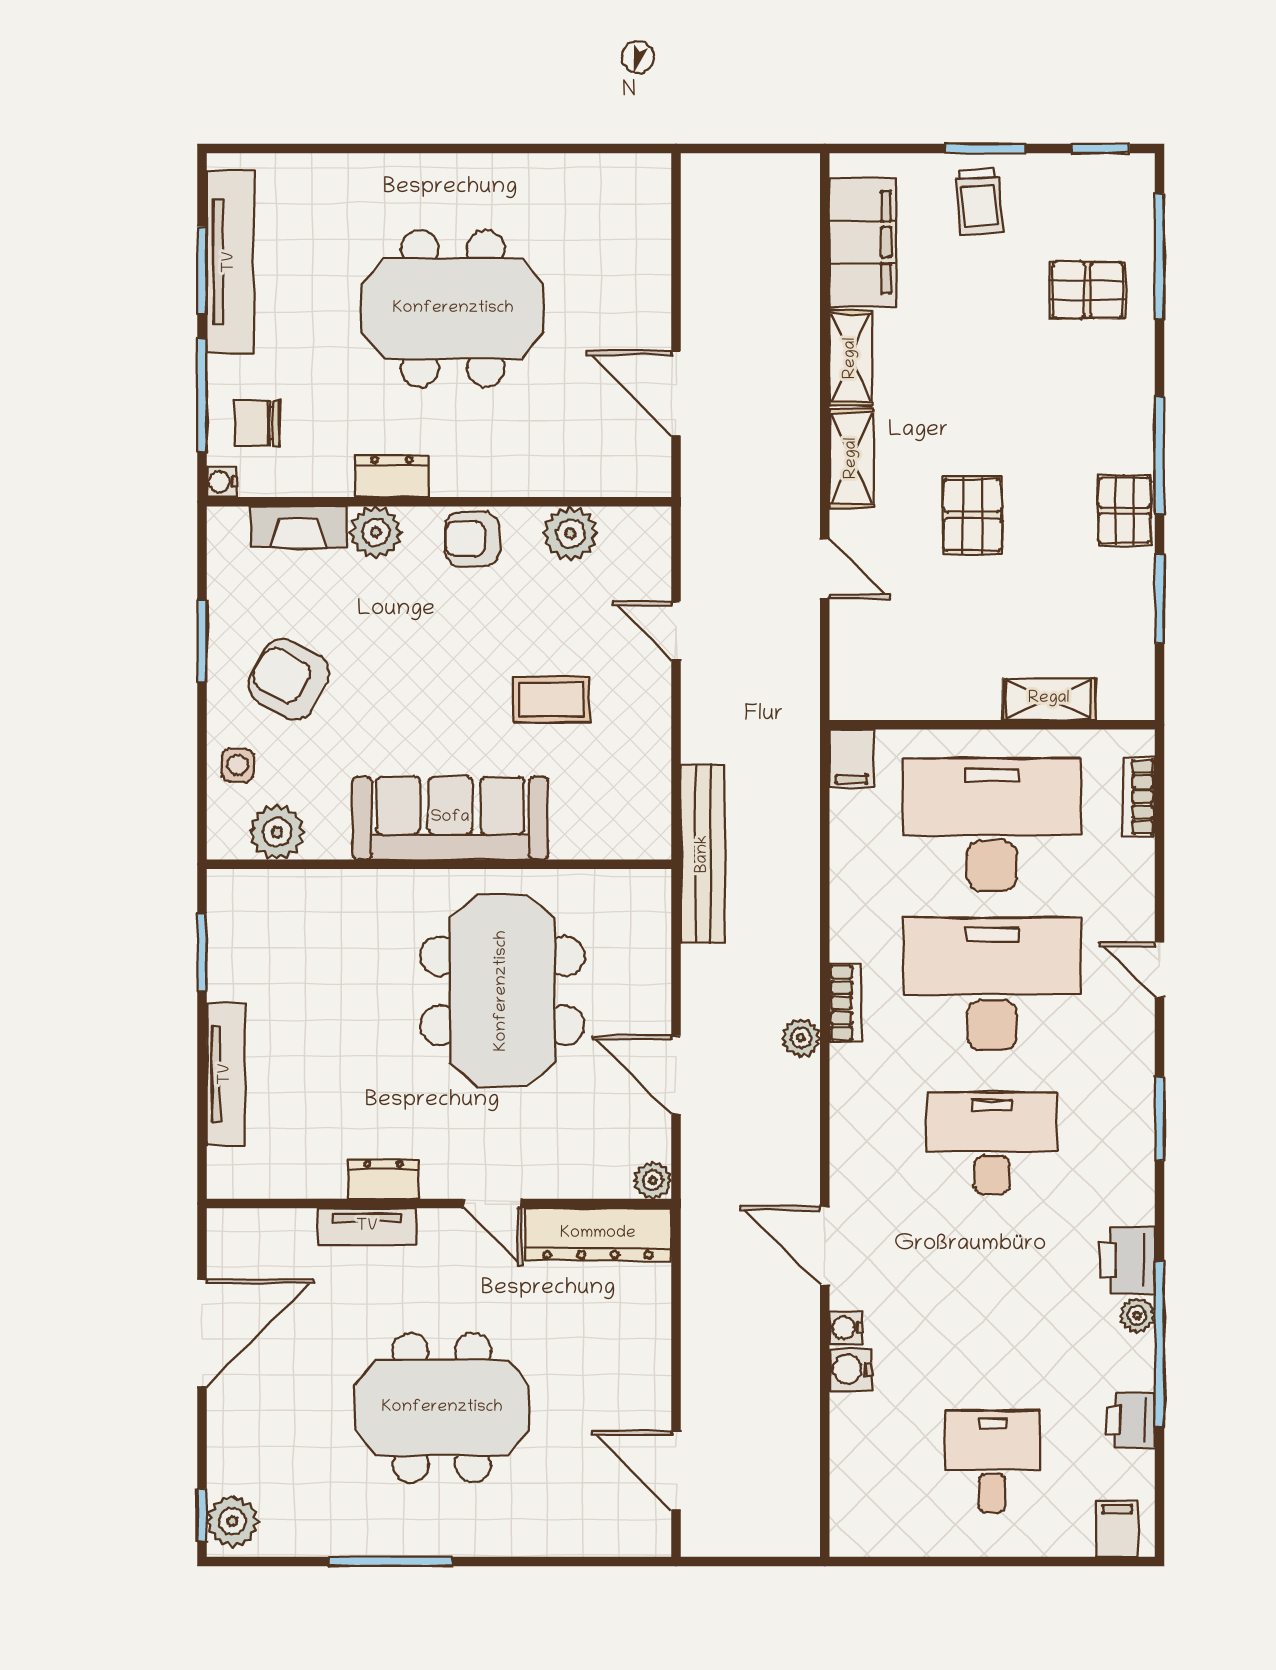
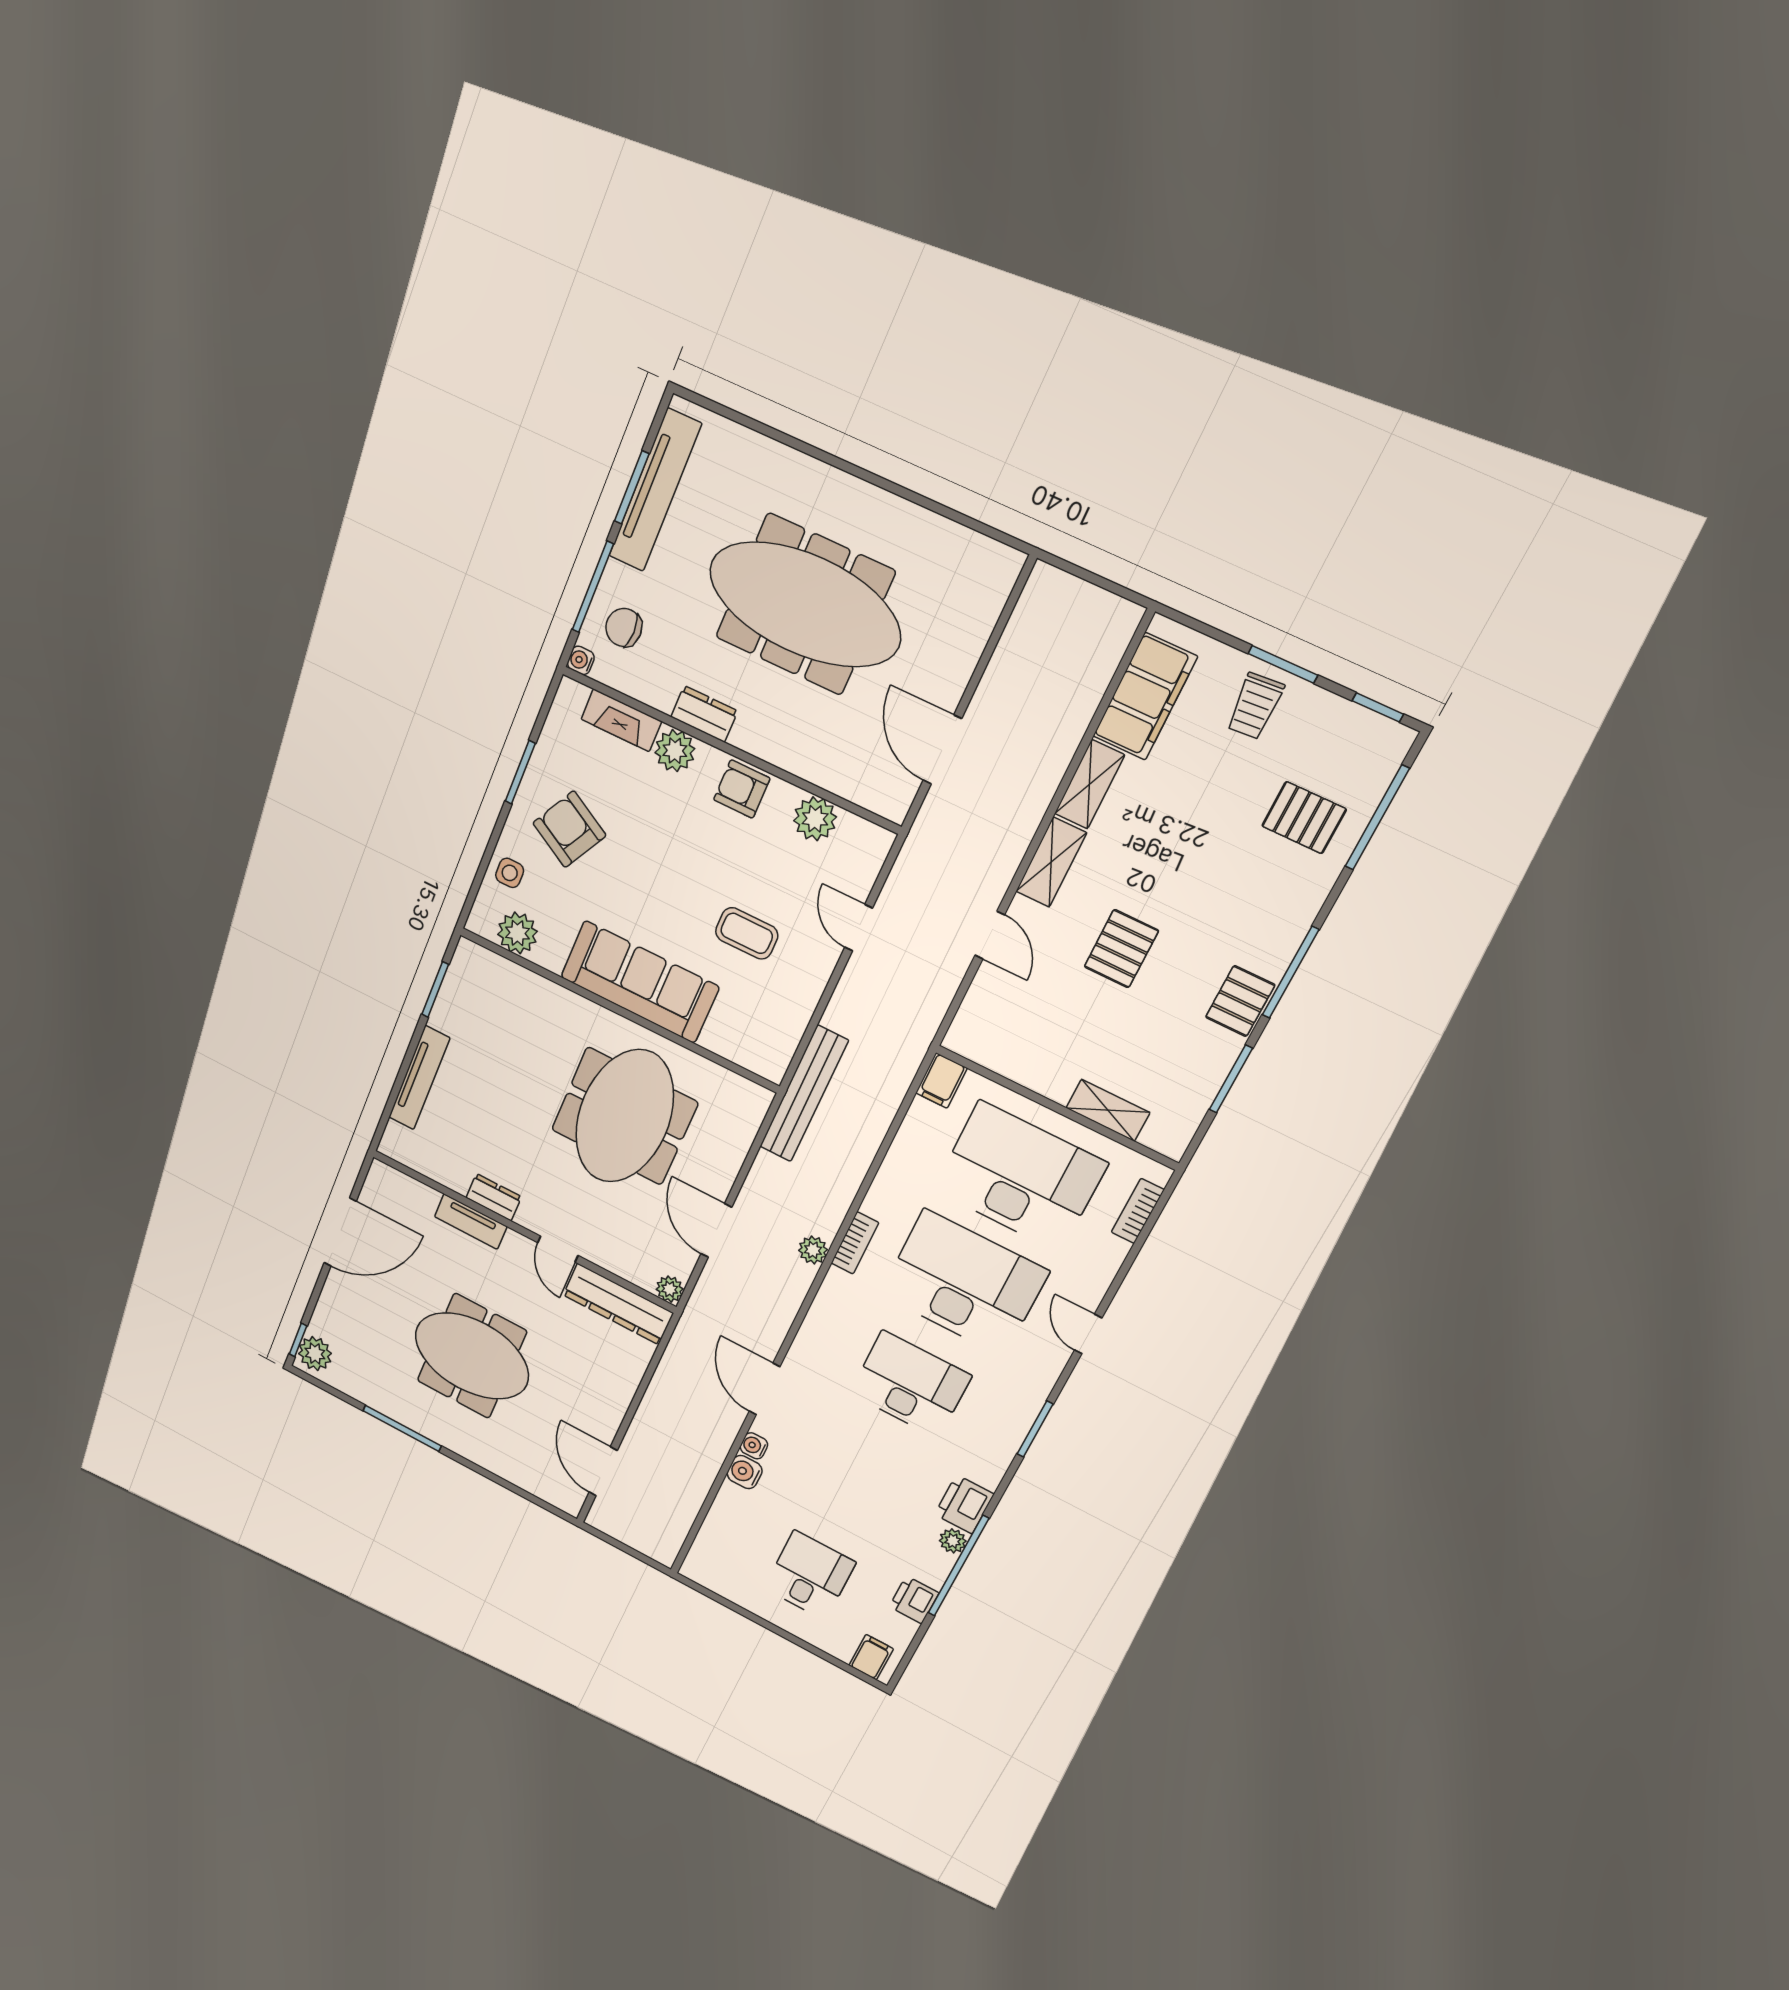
meeting table: (453, 309) -> (805, 604), width x1.36

